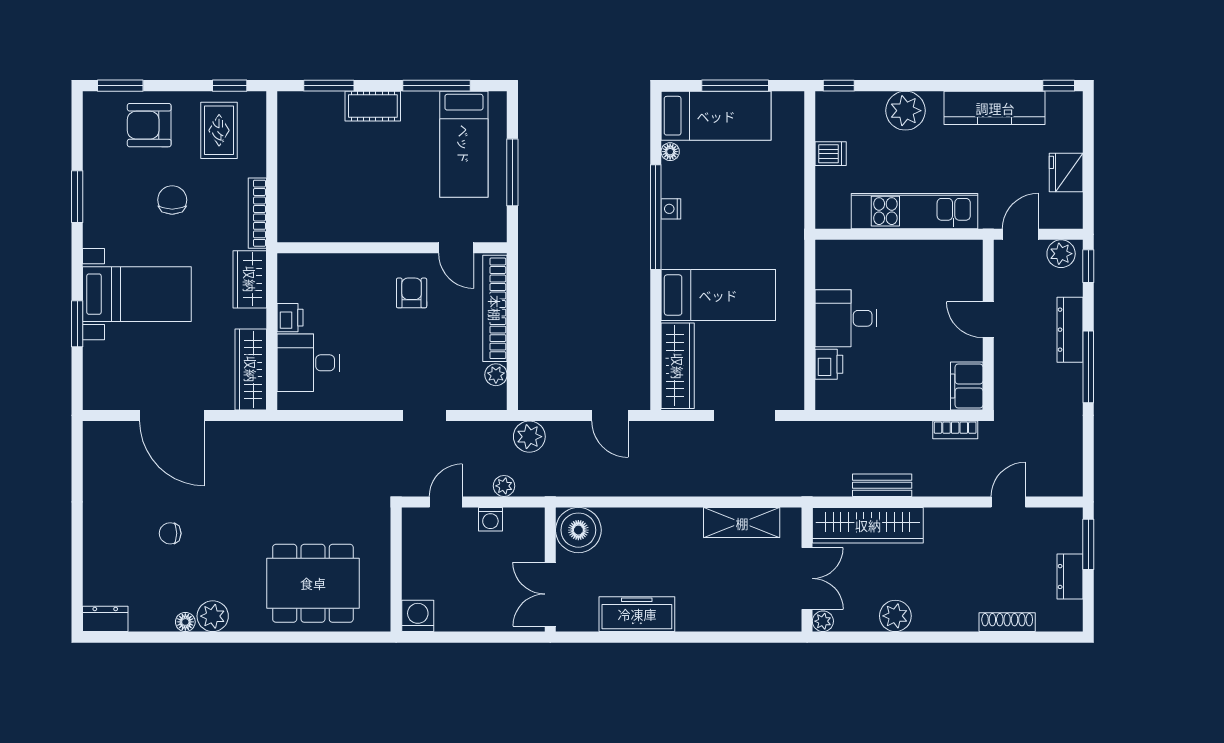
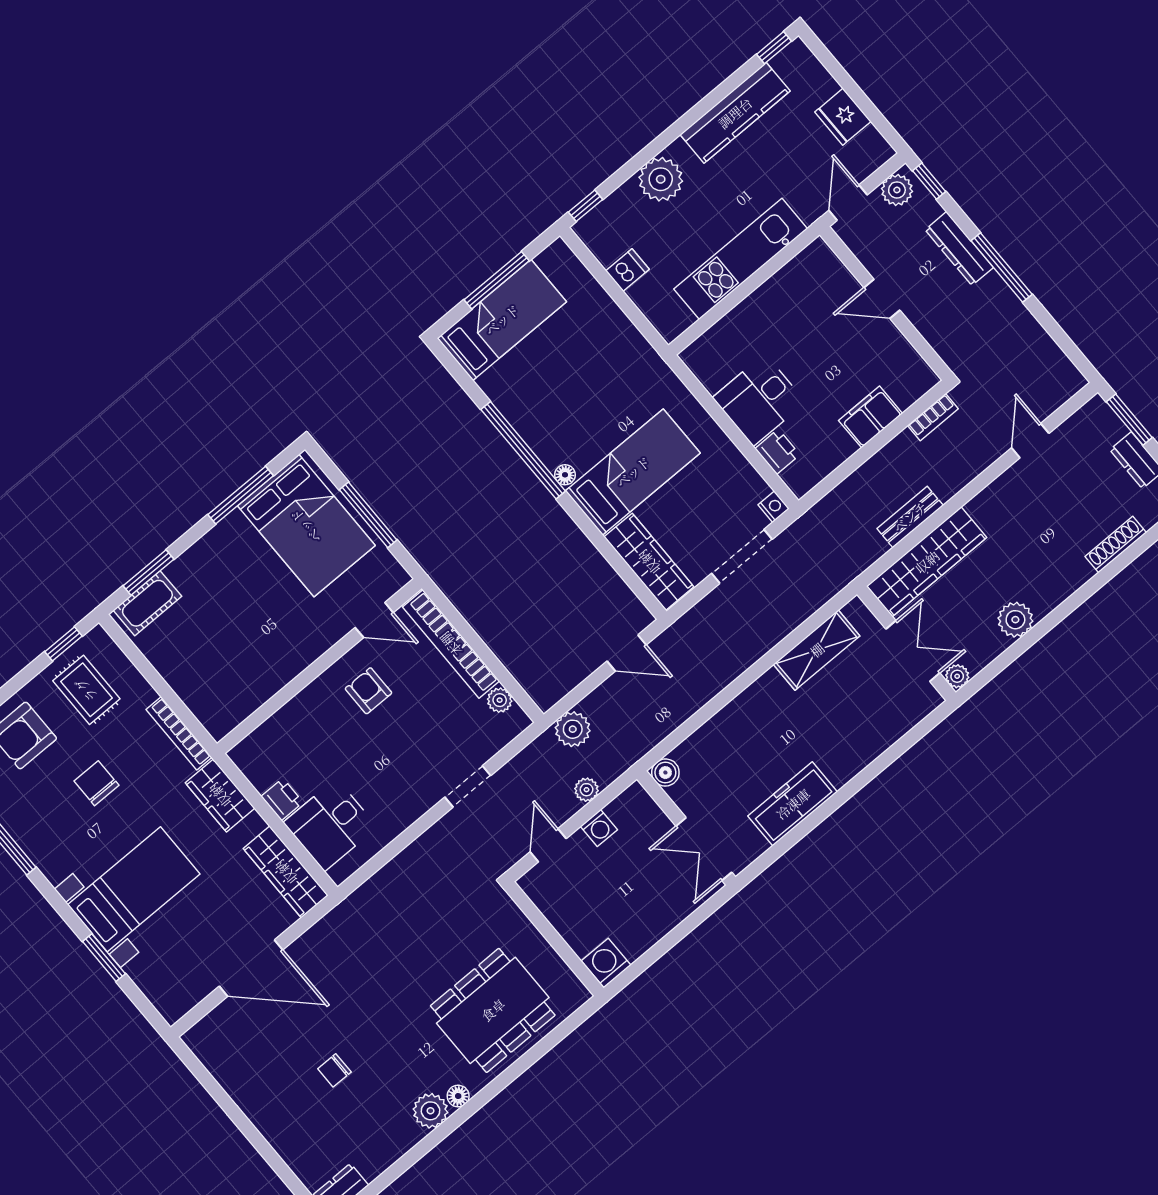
cot: (373, 106) -> (147, 603), moved
bed: (464, 144) -> (306, 526), width x1.50
floor lamp: (670, 152) -> (565, 475), moved
nightstand: (671, 209) -> (774, 507), moved, turned 180
filing cabinet: (967, 386) -> (871, 417), moved, turned 90
boiler: (578, 530) -> (665, 773), width x0.54, depth x0.54
floor lamp: (185, 622) -> (458, 1096), moved

